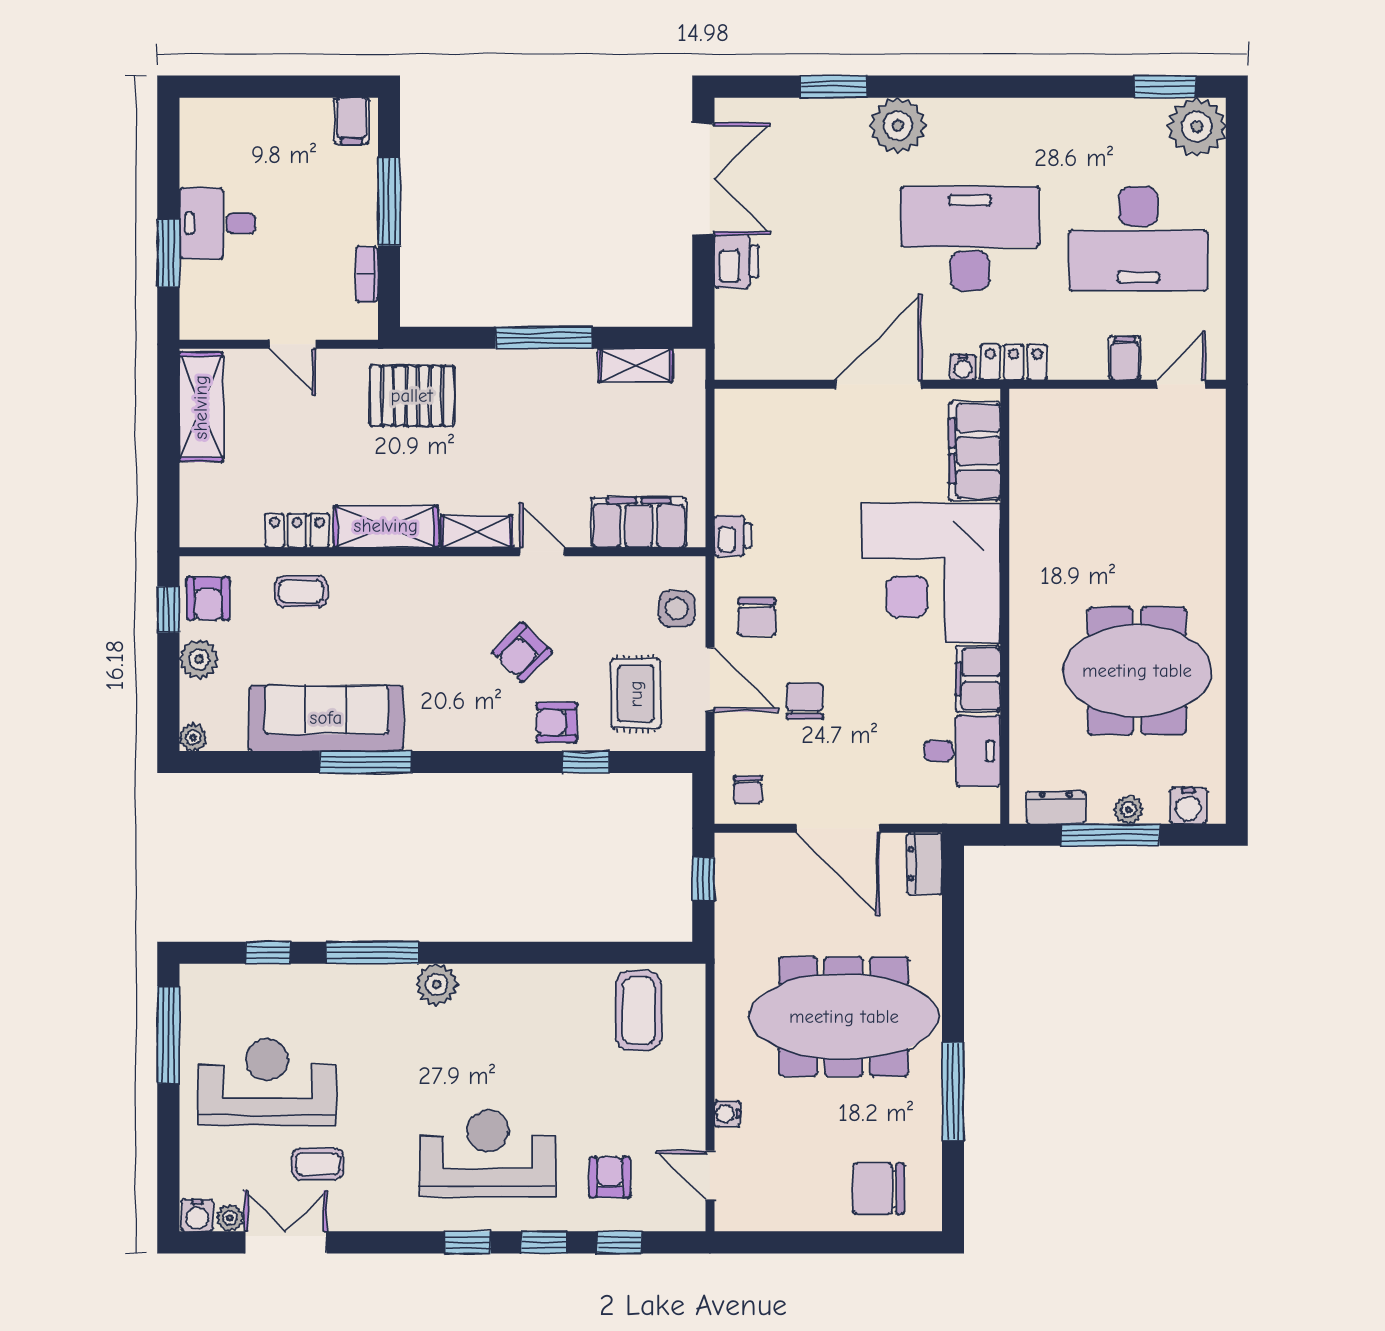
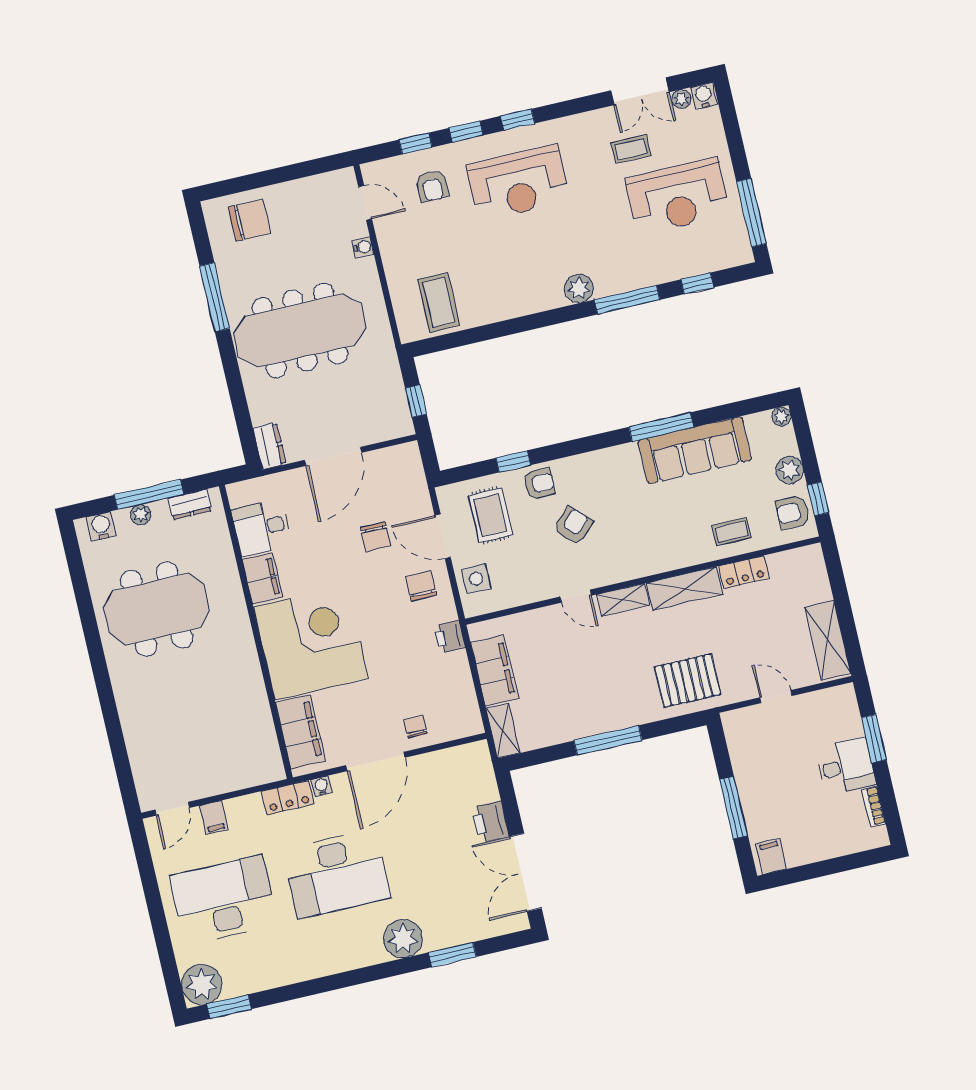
bookcase: (367, 275) -> (874, 806), moved, turned 180
shelving: (635, 365) -> (503, 731), moved, turned 90
filing cabinet: (639, 523) -> (495, 670), moved, turned -90
armchair: (208, 599) -> (793, 512), turned -90
chair: (748, 790) -> (415, 727), moved
door: (838, 828) -> (333, 456), swing flipped

